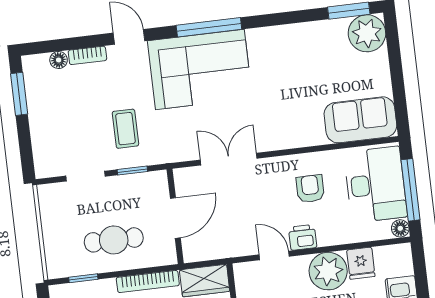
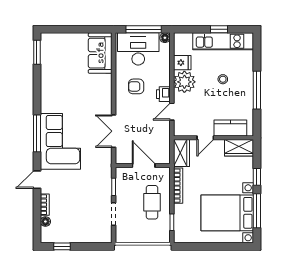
plant: (367, 33) -> (51, 43), removed
window: (19, 94) -> (62, 246), width x0.67
coffee table: (125, 129) -> (89, 188), removed

